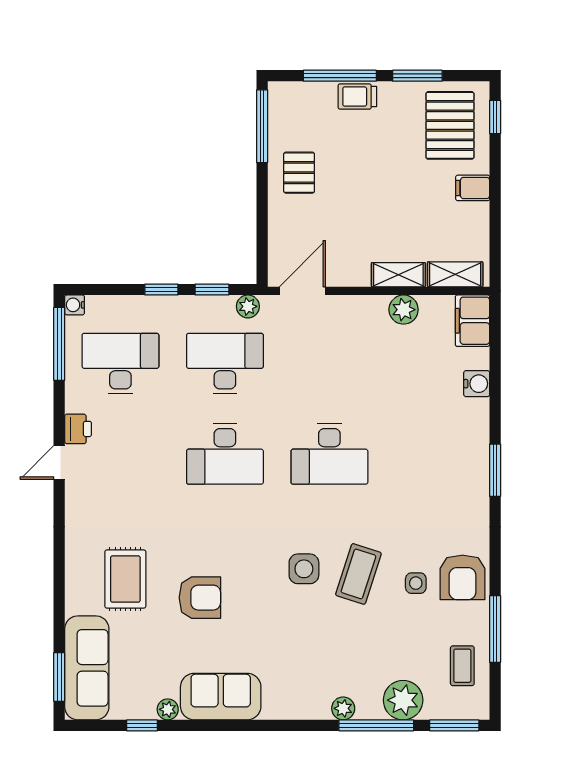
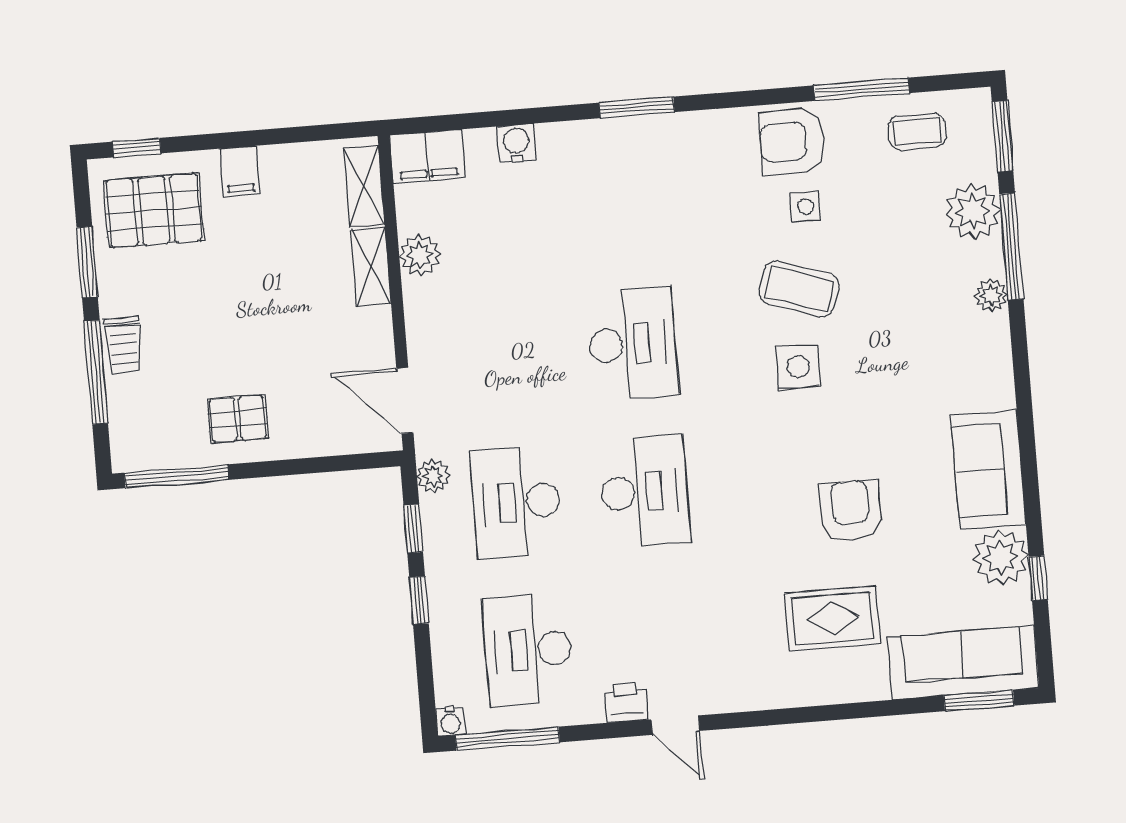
armchair: (462, 577) -> (792, 141), turned 180
plant: (168, 709) -> (1001, 558), width x1.88, depth x1.88

